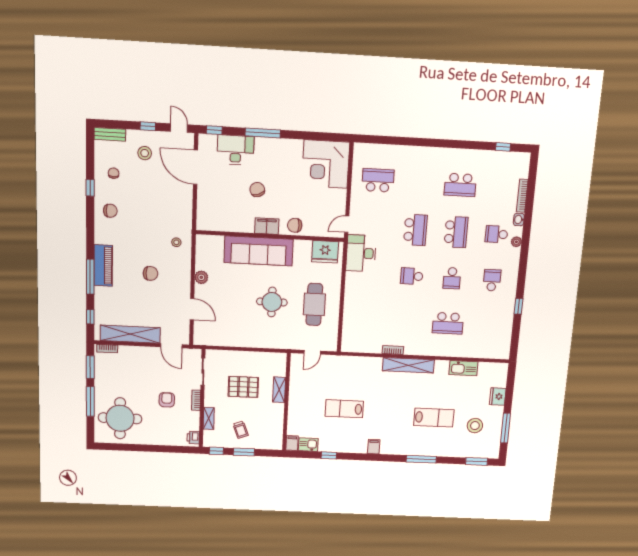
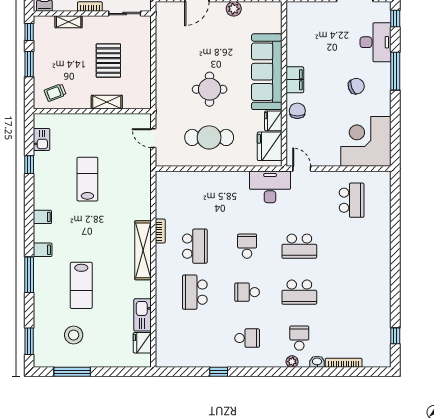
school desk: (460, 185) -> (195, 246), moved, turned 180
chair: (257, 190) -> (356, 86), moved
fridge: (303, 247) -> (273, 121), added
fridge: (498, 397) -> (142, 343), moved, turned -90
trolley: (241, 430) -> (55, 93), moved
filing cabinet: (292, 443) -> (43, 250), moved

